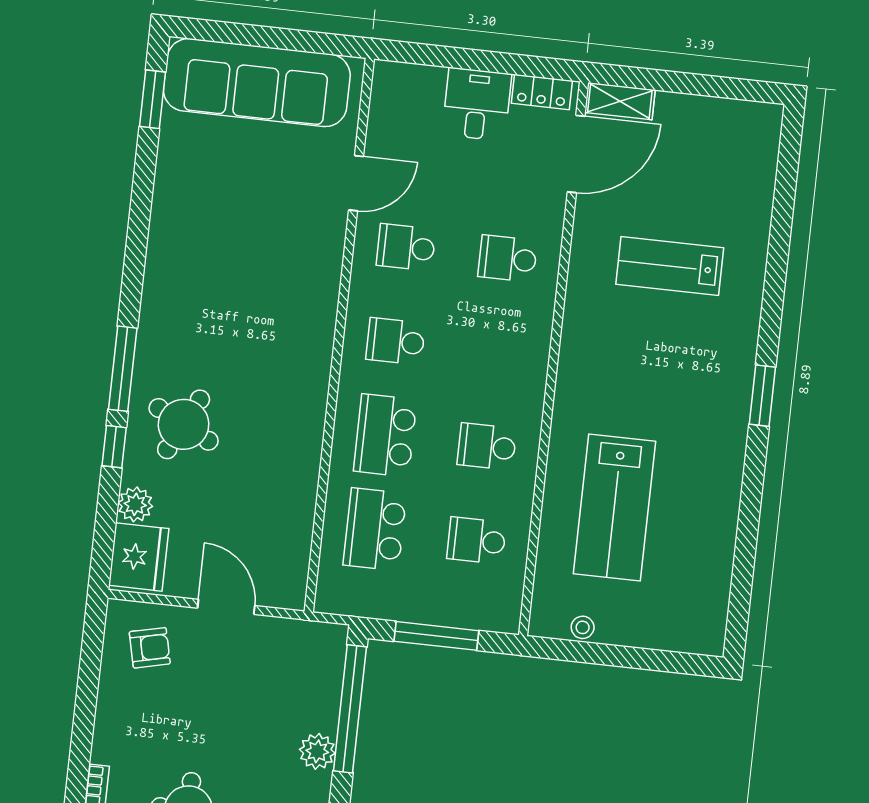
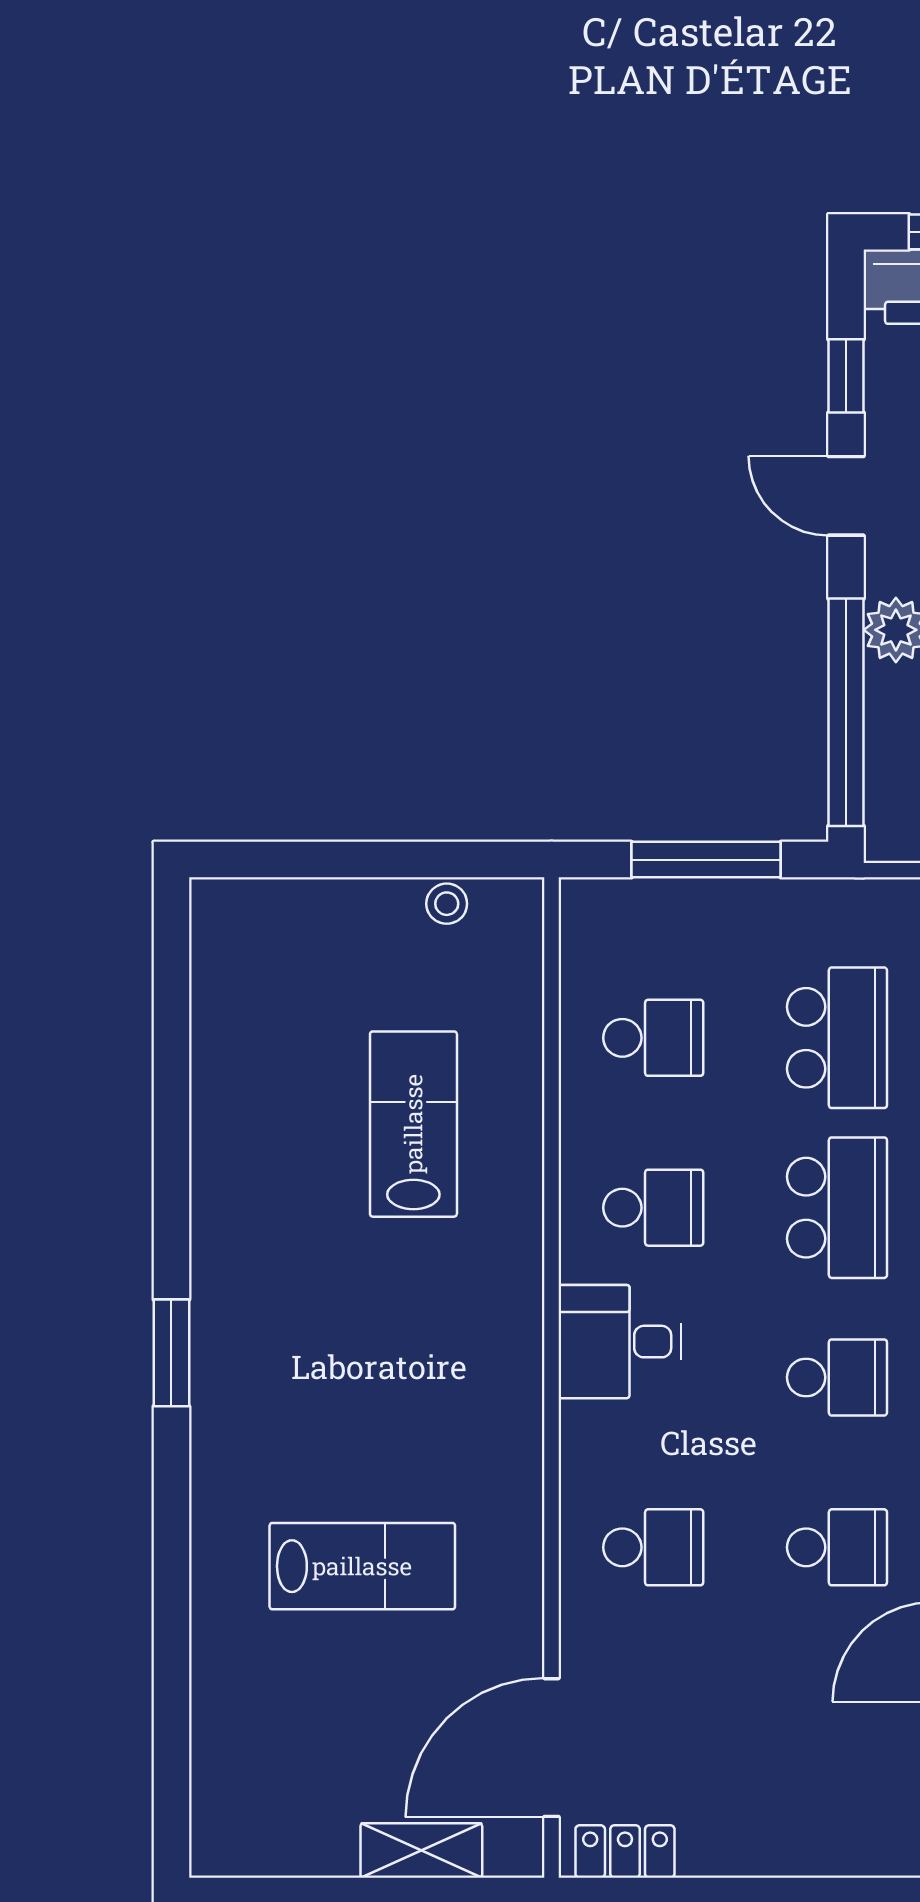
shelving: (620, 101) -> (421, 1851), moved
desk: (477, 104) -> (620, 1342), moved, turned 90
lab bench: (614, 507) -> (413, 1124), width x0.73, depth x0.72

